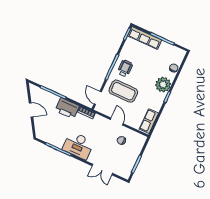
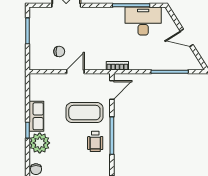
door: (98, 98) -> (112, 90), hinge flipped
printer: (67, 108) -> (143, 60), removed
row of seats: (149, 121) -> (36, 116), moved
door: (117, 122) -> (75, 72), swing flipped
desk: (78, 145) -> (143, 21), moved

